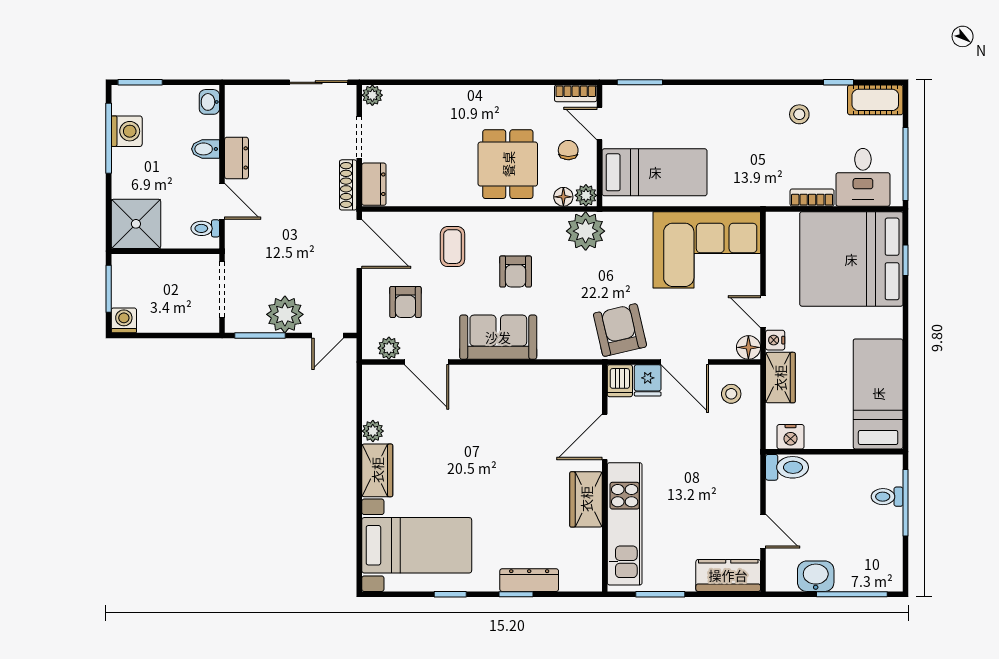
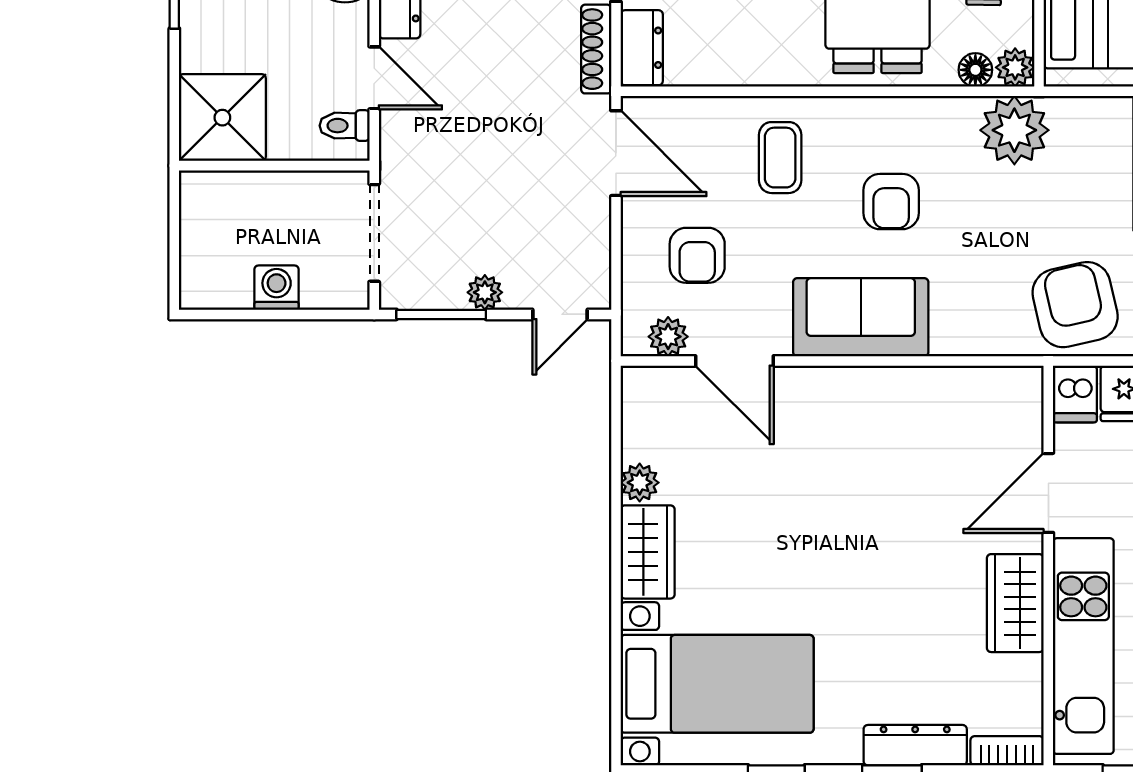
window: (109, 289) -> (174, 232), removed
plant: (285, 314) -> (485, 292), width x0.53, depth x0.53
washing machine: (124, 320) -> (277, 288), moved
bookcase: (581, 583) -> (1007, 751), added

